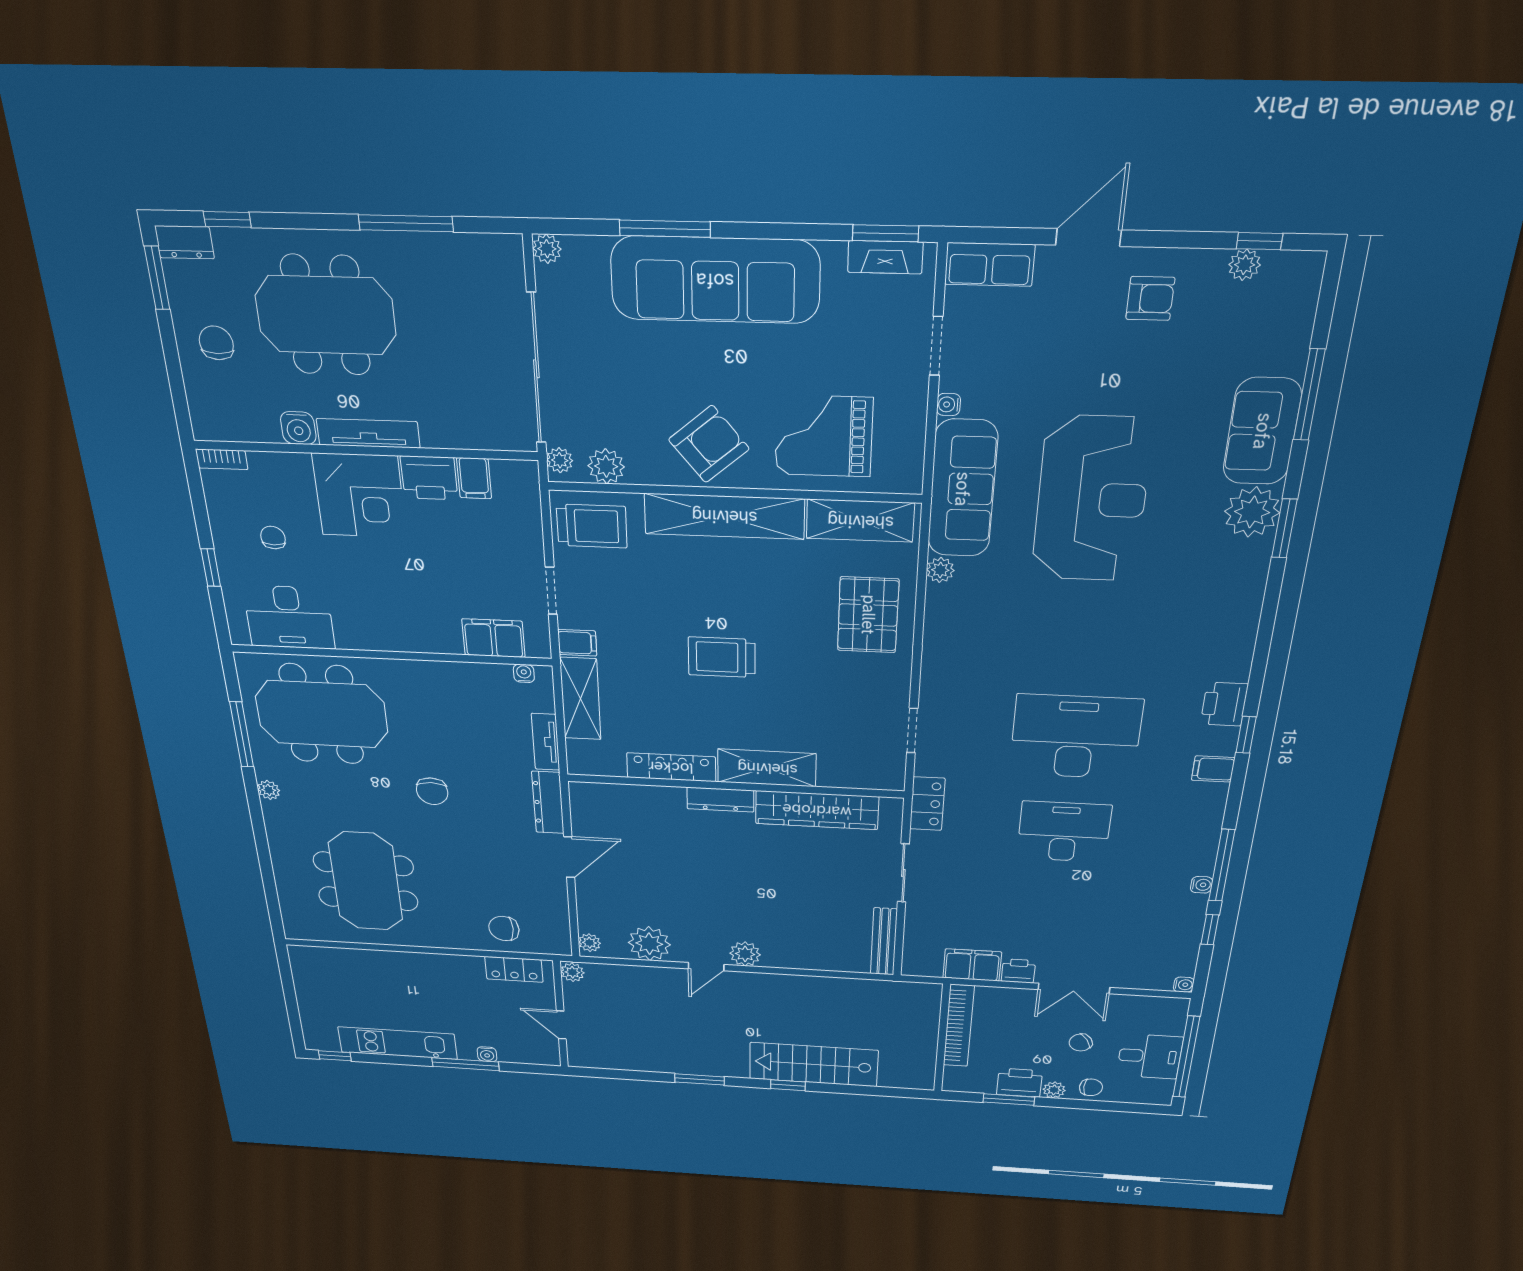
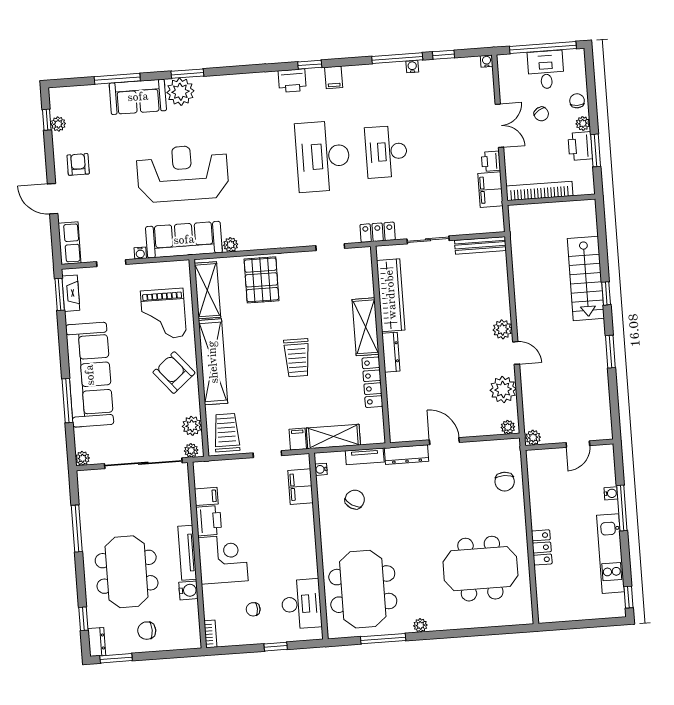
pallet: (868, 615) -> (261, 280), turned 90
chair: (432, 791) -> (355, 500), moved, turned -58
locker: (514, 969) -> (542, 547), moved

